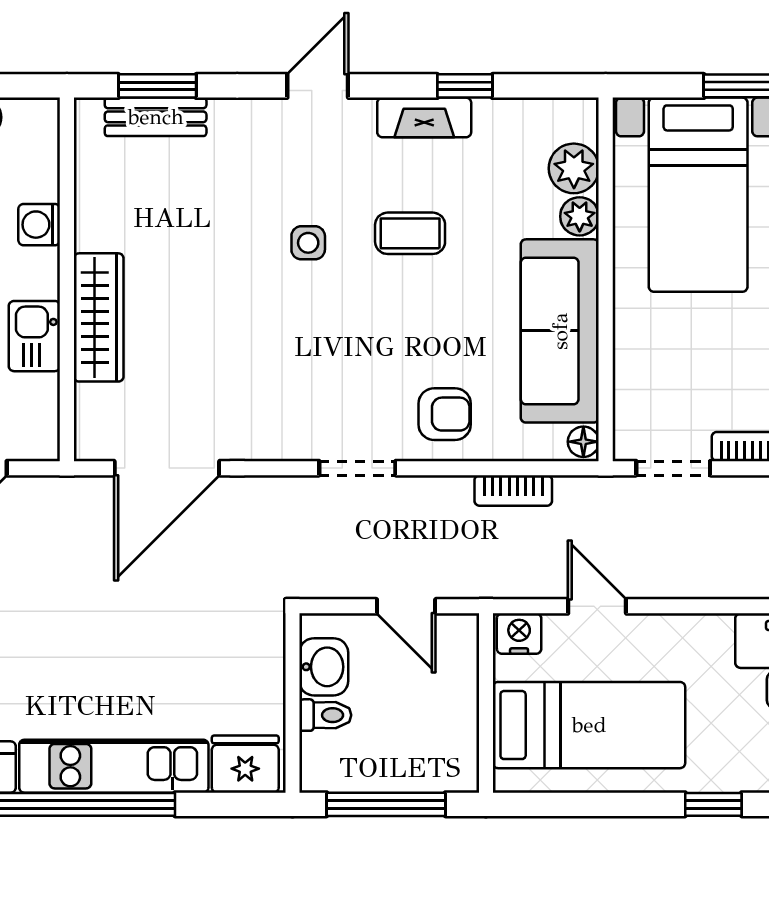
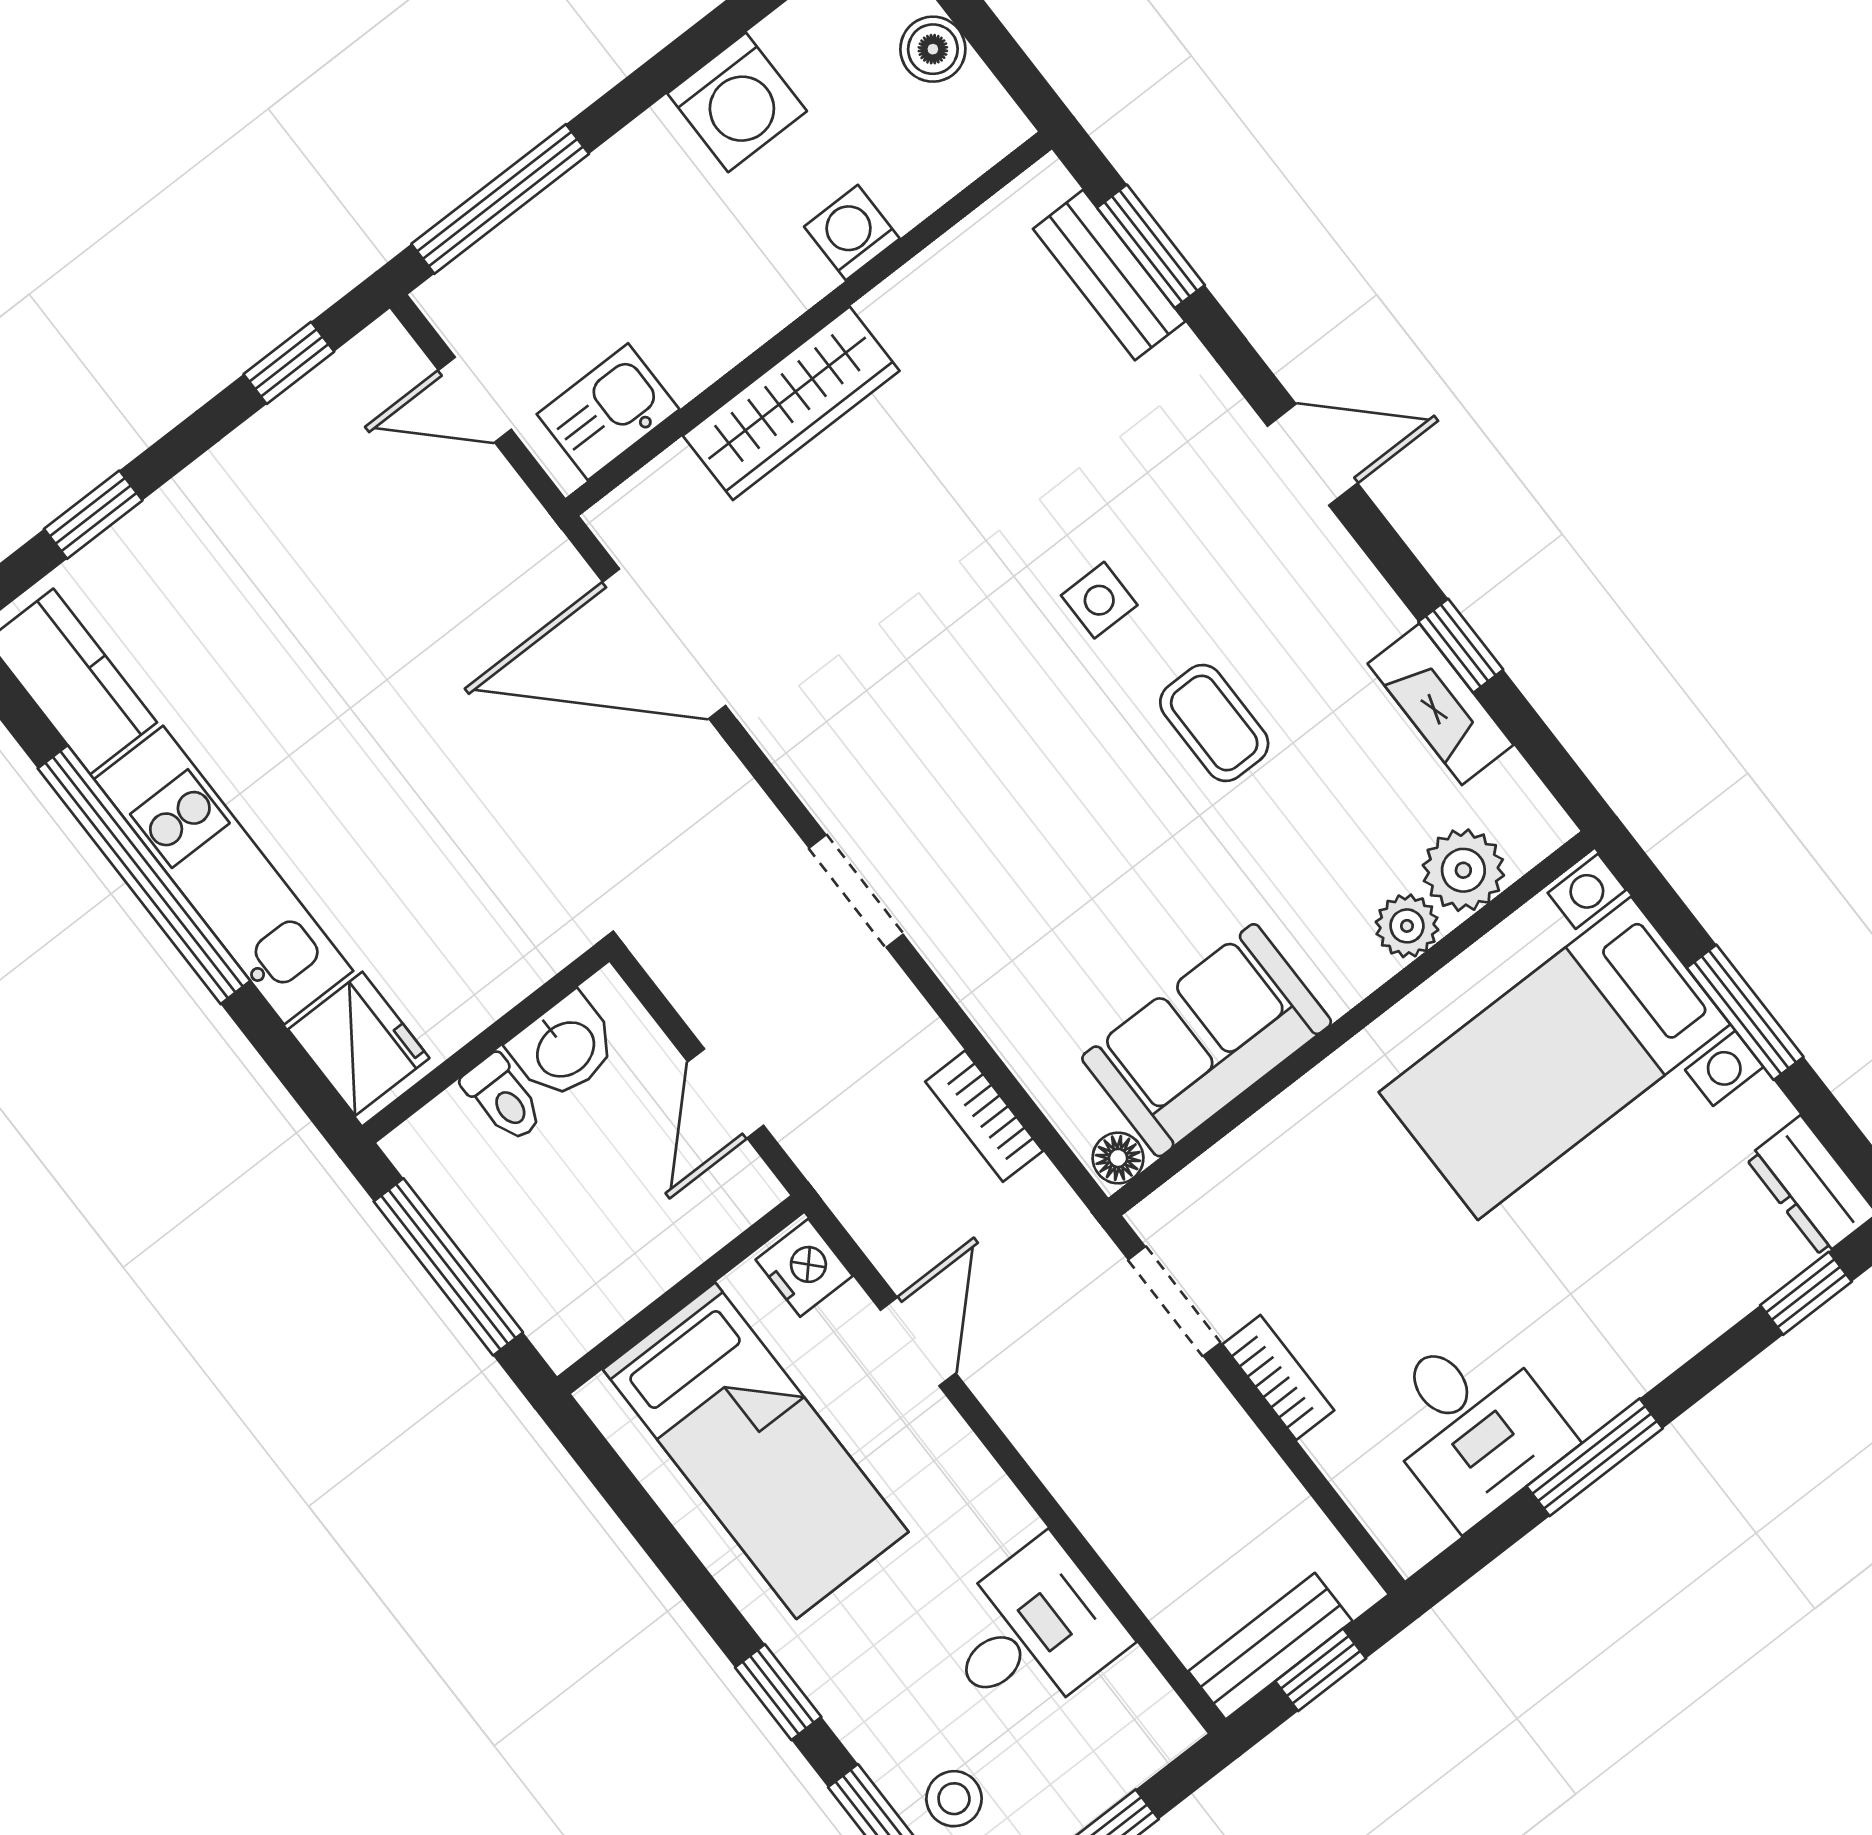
fireplace: (424, 117) -> (1441, 704), moved
sofa: (560, 331) -> (1207, 1040), width x0.73
kitchen sink: (34, 336) -> (608, 412), moved
armchair: (445, 414) -> (1014, 950), removed

